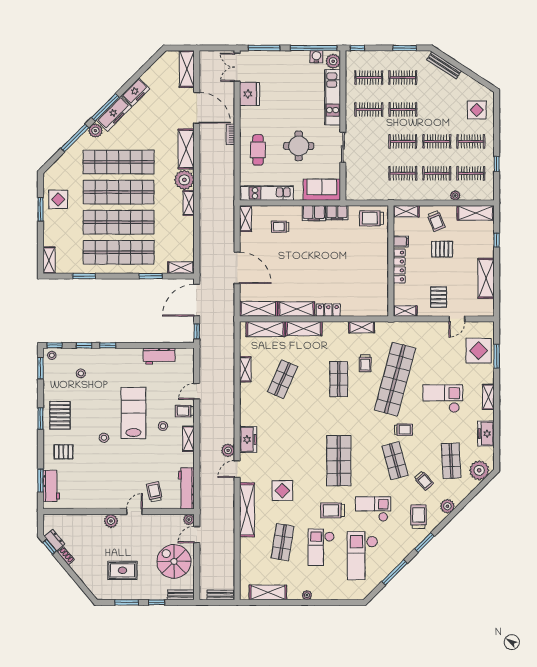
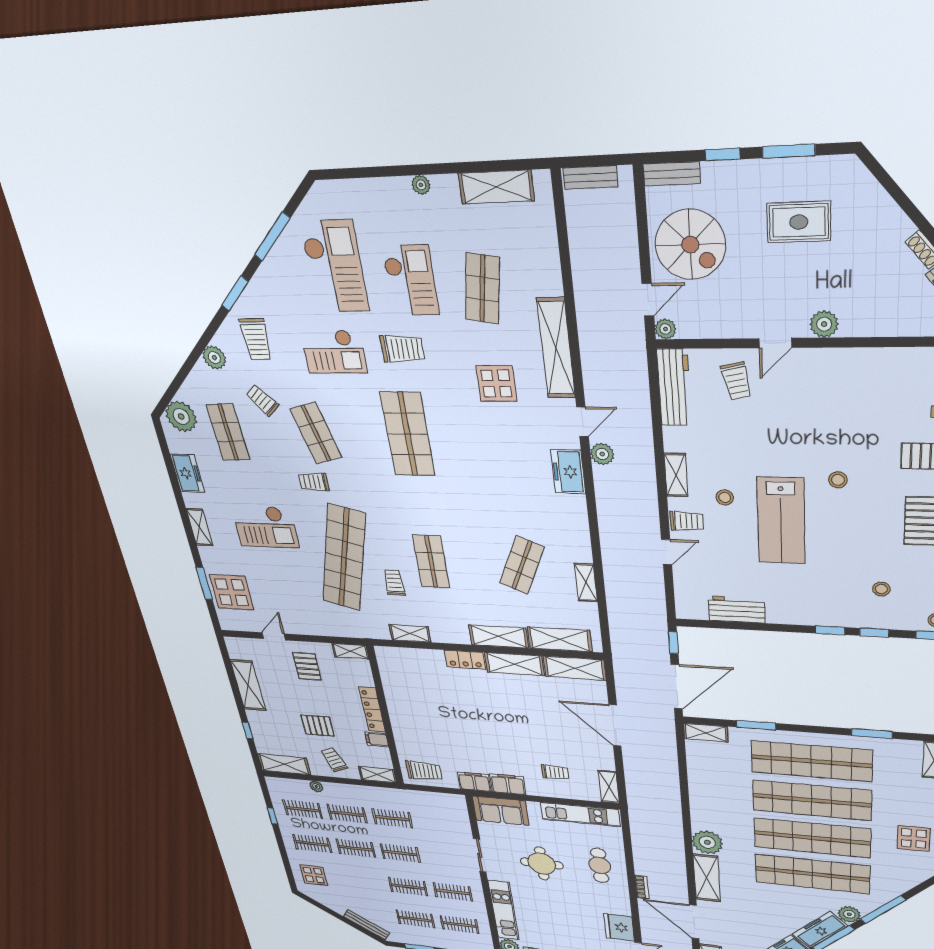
shelving: (189, 203) -> (699, 814), removed

